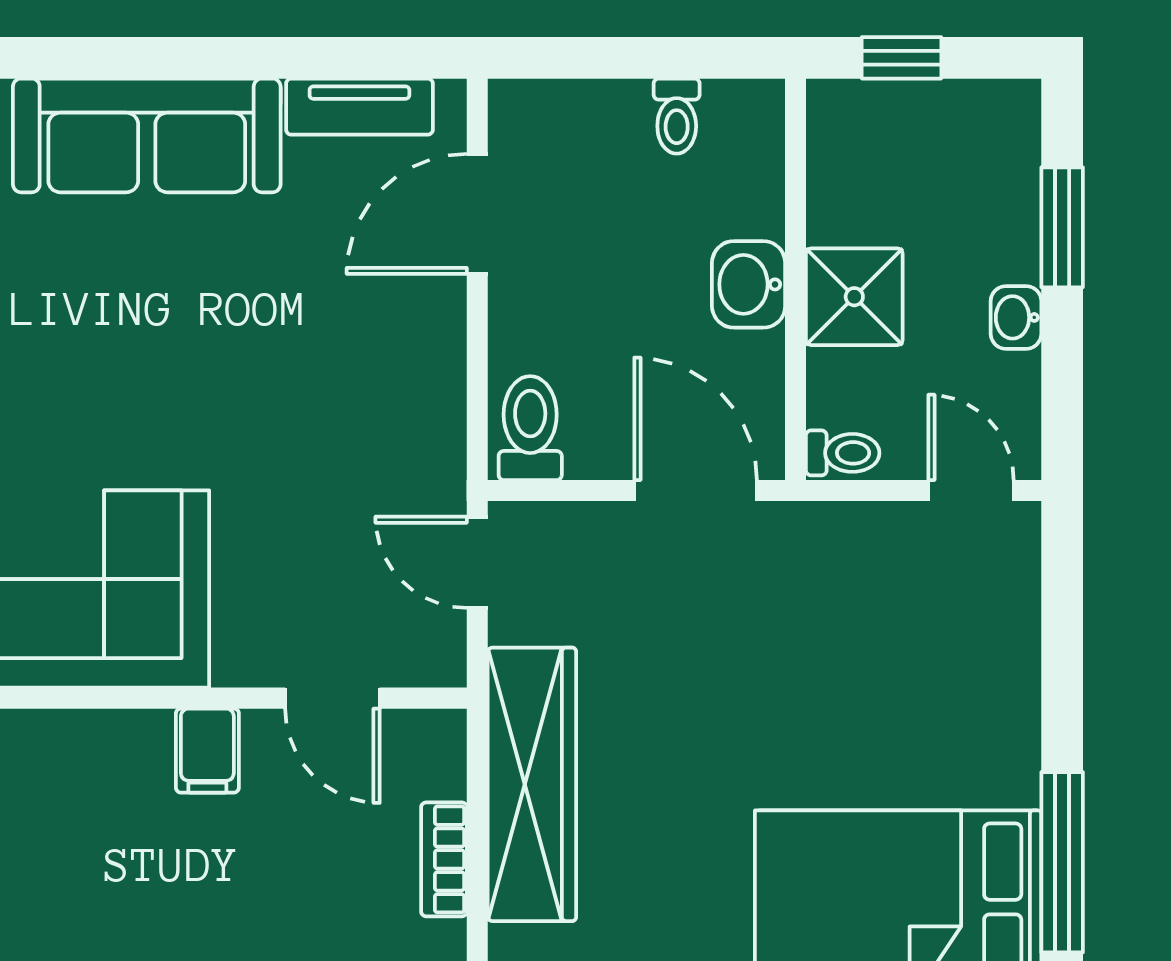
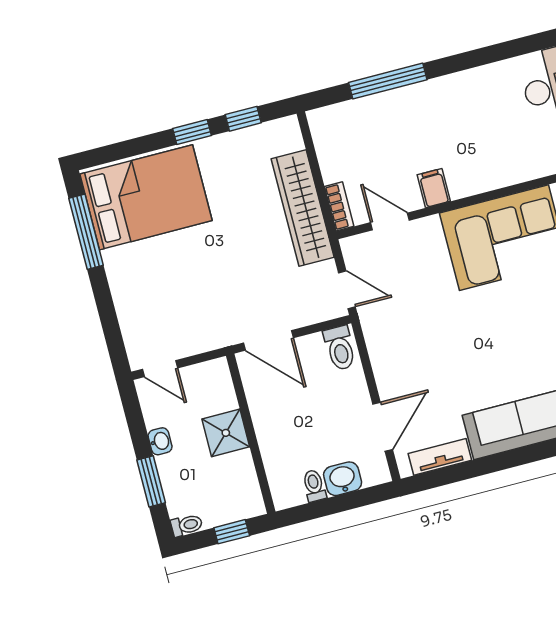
washbasin: (749, 284) -> (343, 479), moved, turned -90
toilet: (843, 453) -> (187, 525), moved, turned 180
bookcase: (444, 859) -> (339, 206), moved

